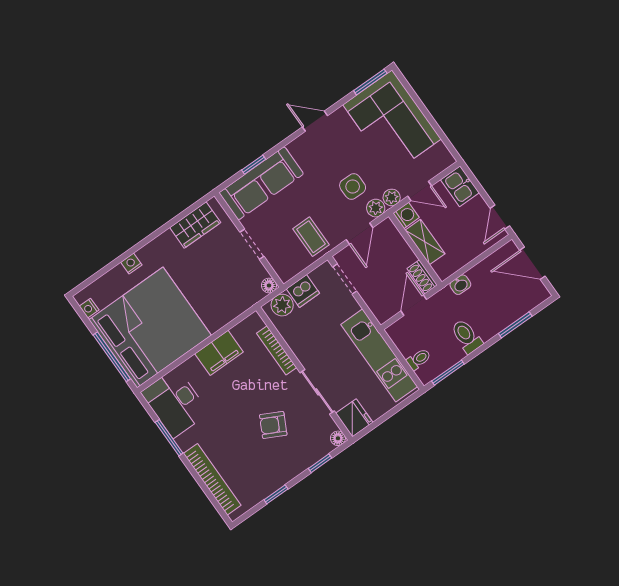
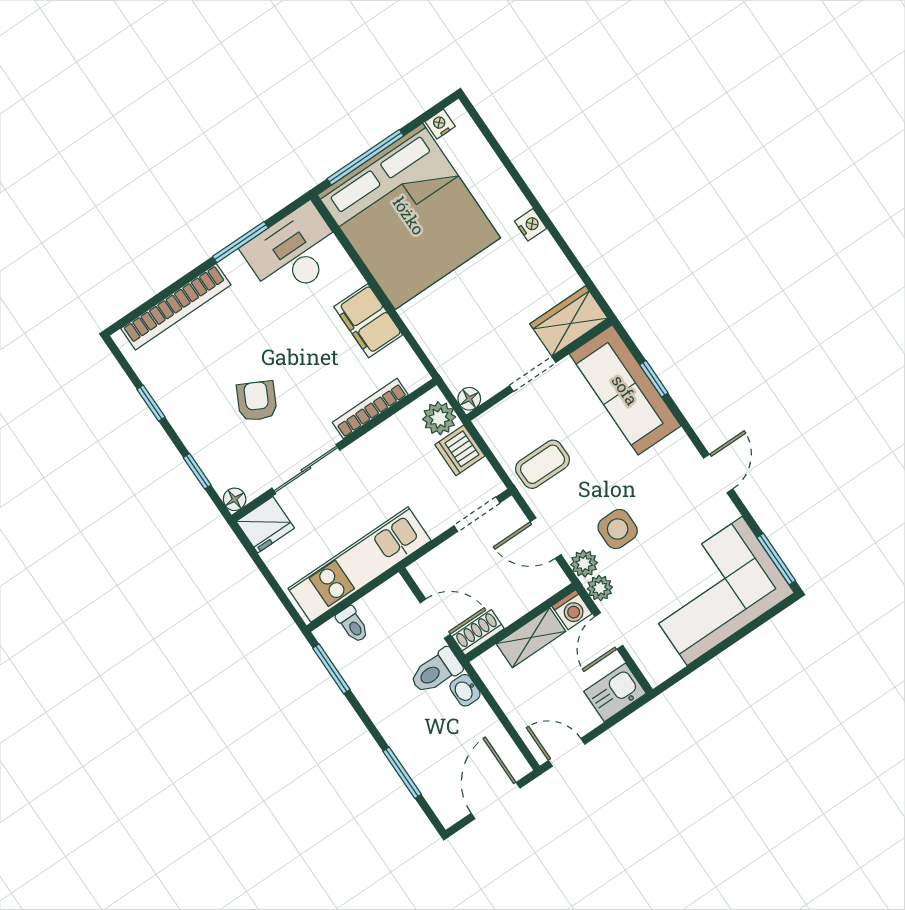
wardrobe: (195, 225) -> (569, 321), moved, turned 90
nightstand: (131, 264) -> (531, 225), moved
toilet: (466, 336) -> (436, 671), moved, turned 180

